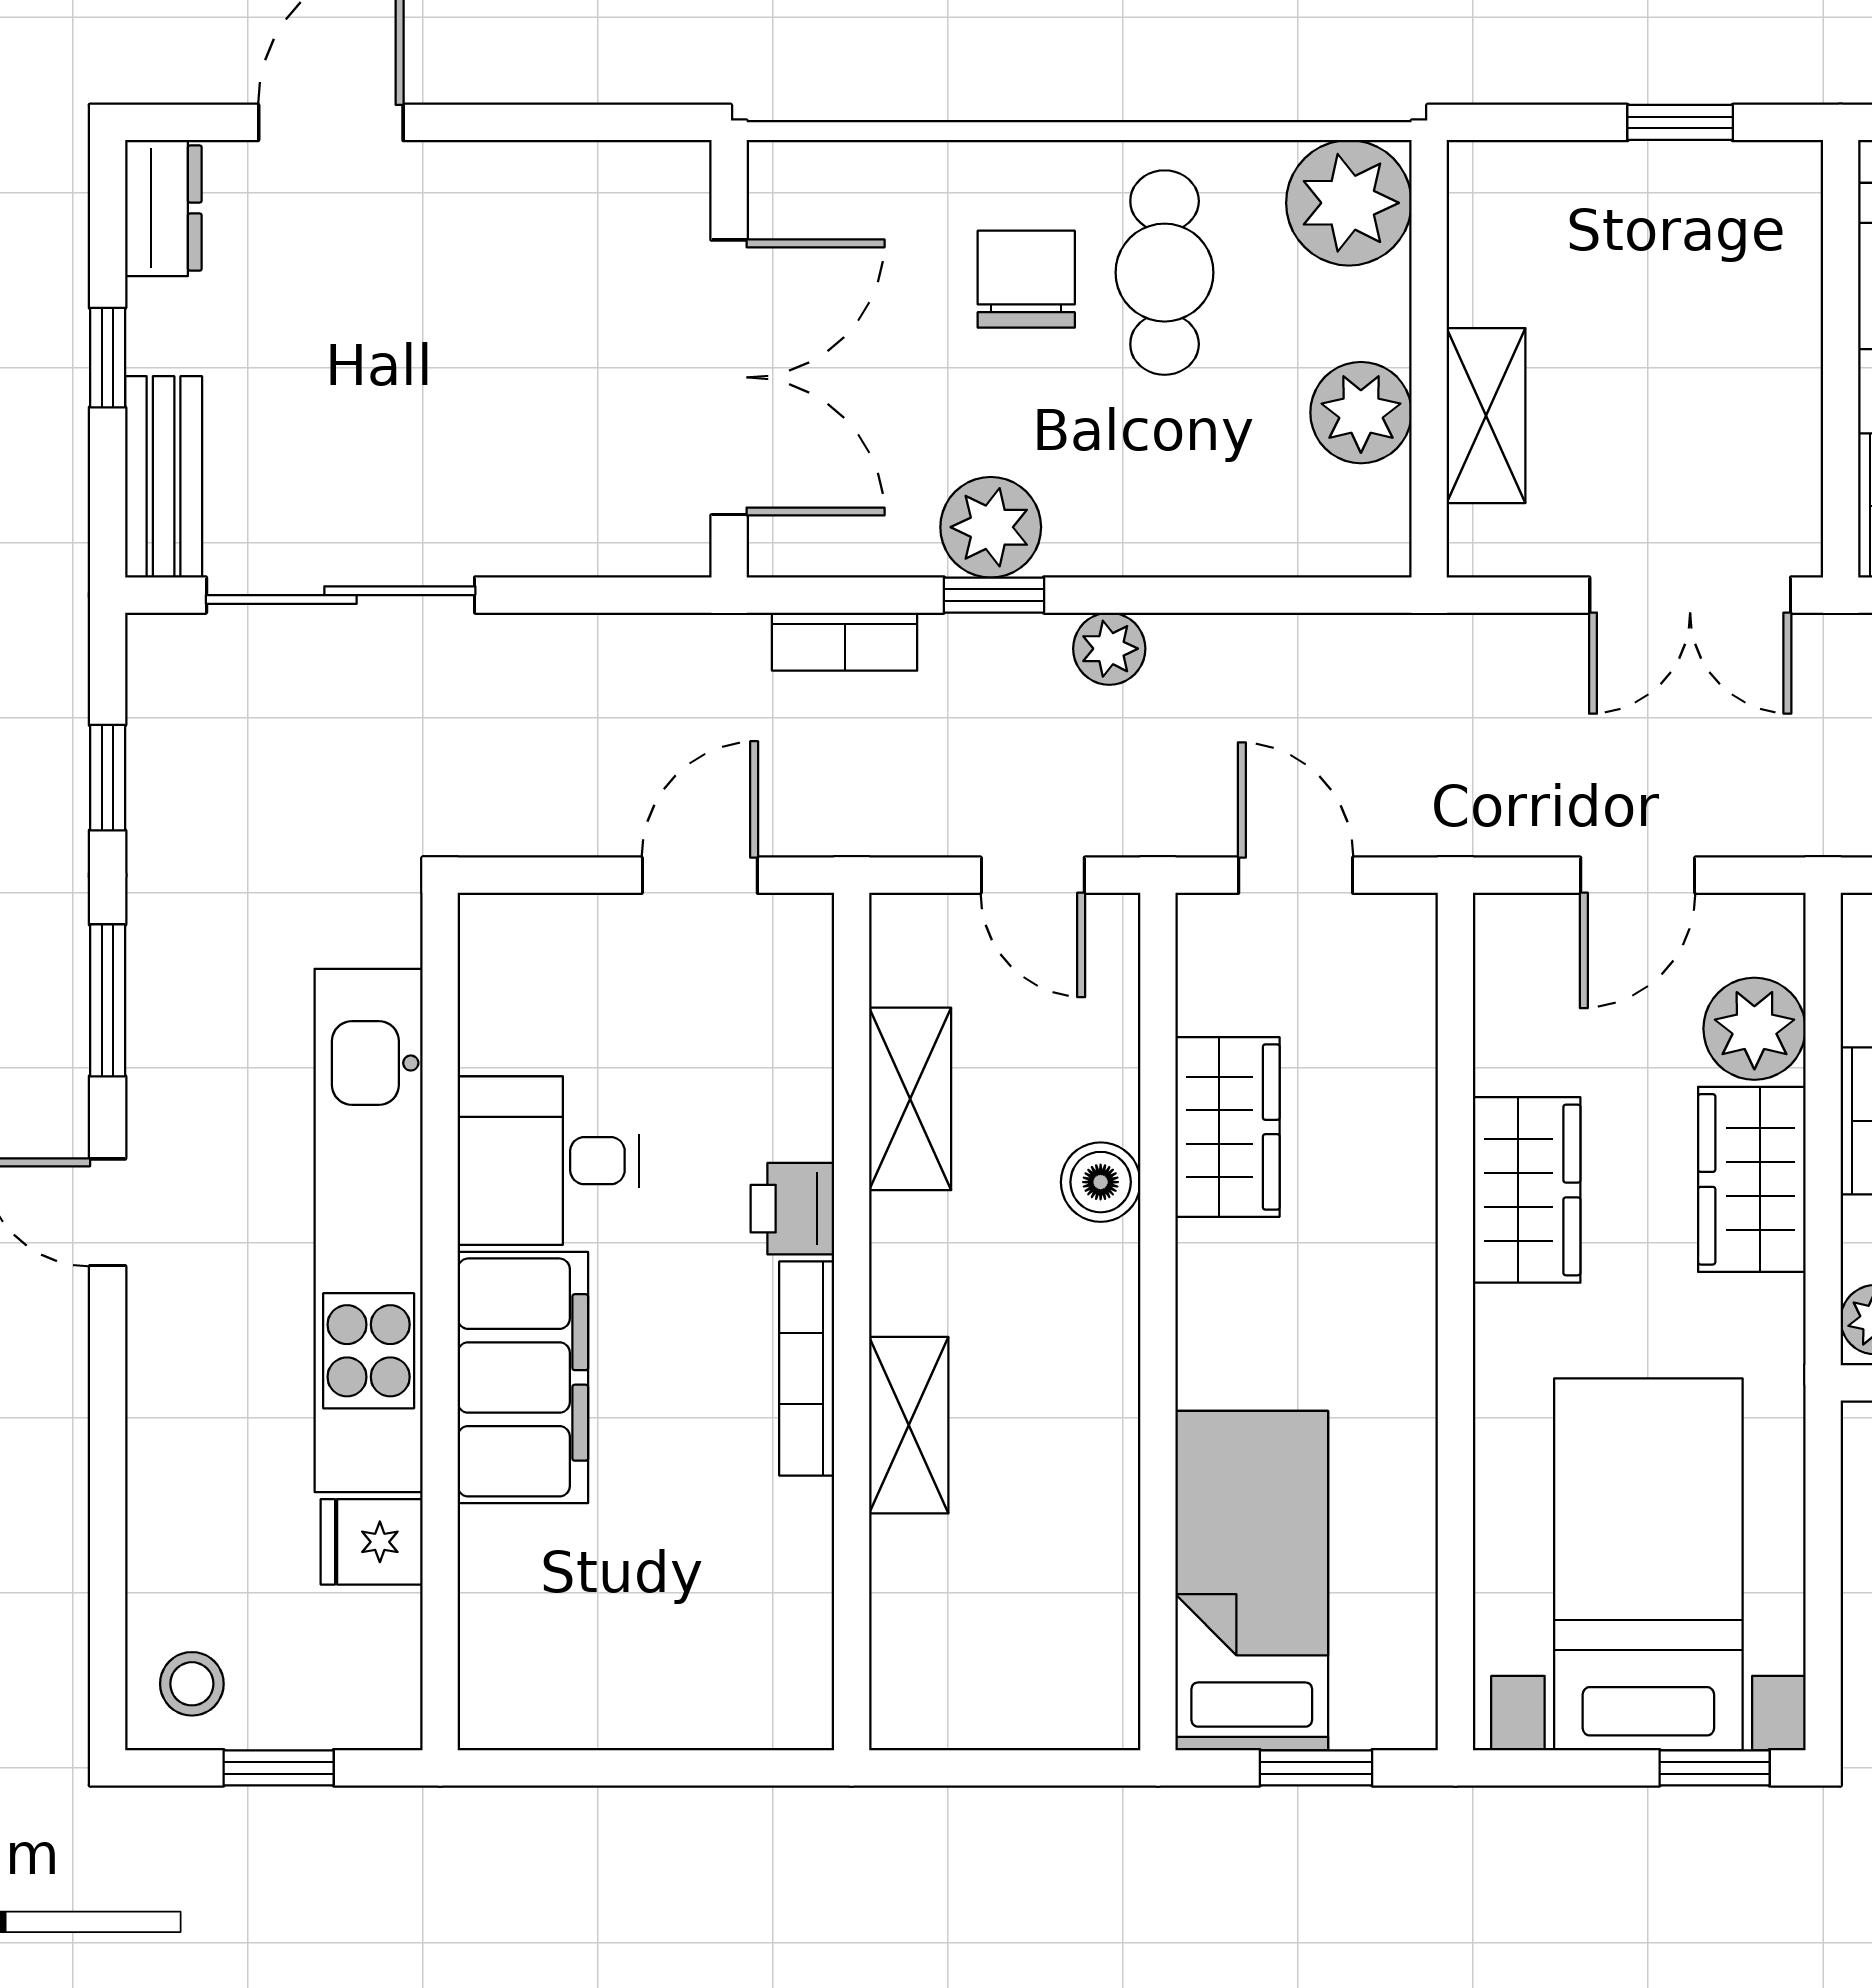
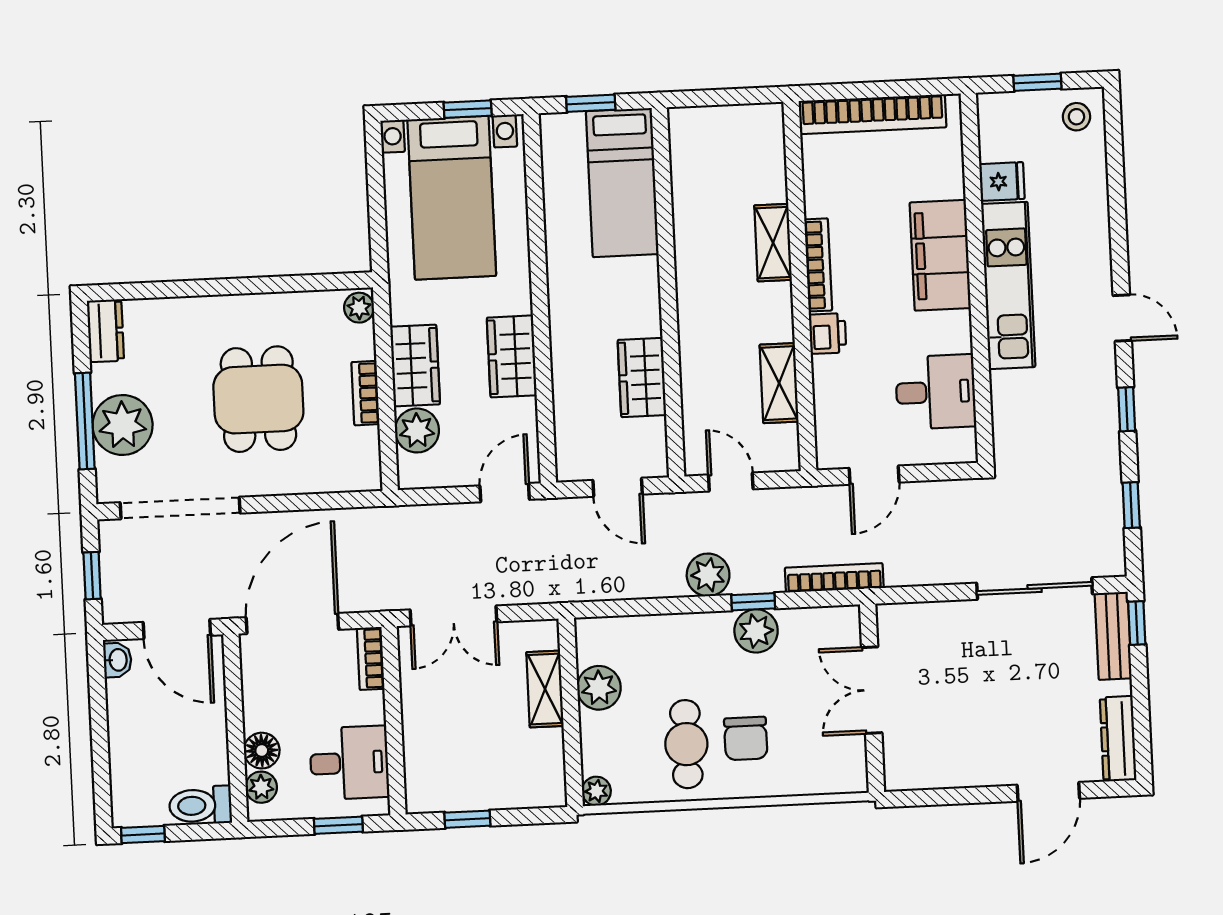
plant: (1349, 203) -> (596, 791), width x0.53, depth x0.53
dresser: (163, 208) -> (1118, 739), width x1.44
window: (108, 358) -> (1137, 623), moved
double door: (729, 377) -> (872, 690), width x0.73
double door: (1690, 595) -> (453, 616), swing flipped
bookcase: (845, 642) -> (834, 578), width x1.56
plant: (1109, 649) -> (708, 575), width x1.38, depth x1.38
door: (1638, 875) -> (505, 493), moved
window: (108, 1000) -> (1127, 409), width x0.67
desk: (548, 1161) -> (936, 392), moved
boiler: (1101, 1182) -> (695, 351), removed
kitchen unit: (369, 1230) -> (1008, 285), width x0.73
bookcase: (664, 1712) -> (873, 114), added
window: (1715, 1768) -> (468, 109), moved

